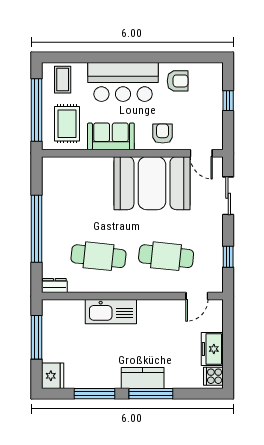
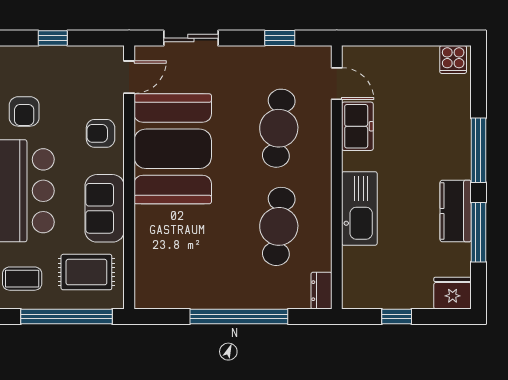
armchair: (178, 81) -> (24, 111), turned 180
window: (36, 337) -> (397, 317), width x0.46
freezer: (212, 349) -> (357, 126), moved, turned -90
kitchen counter: (143, 378) -> (456, 211), moved

